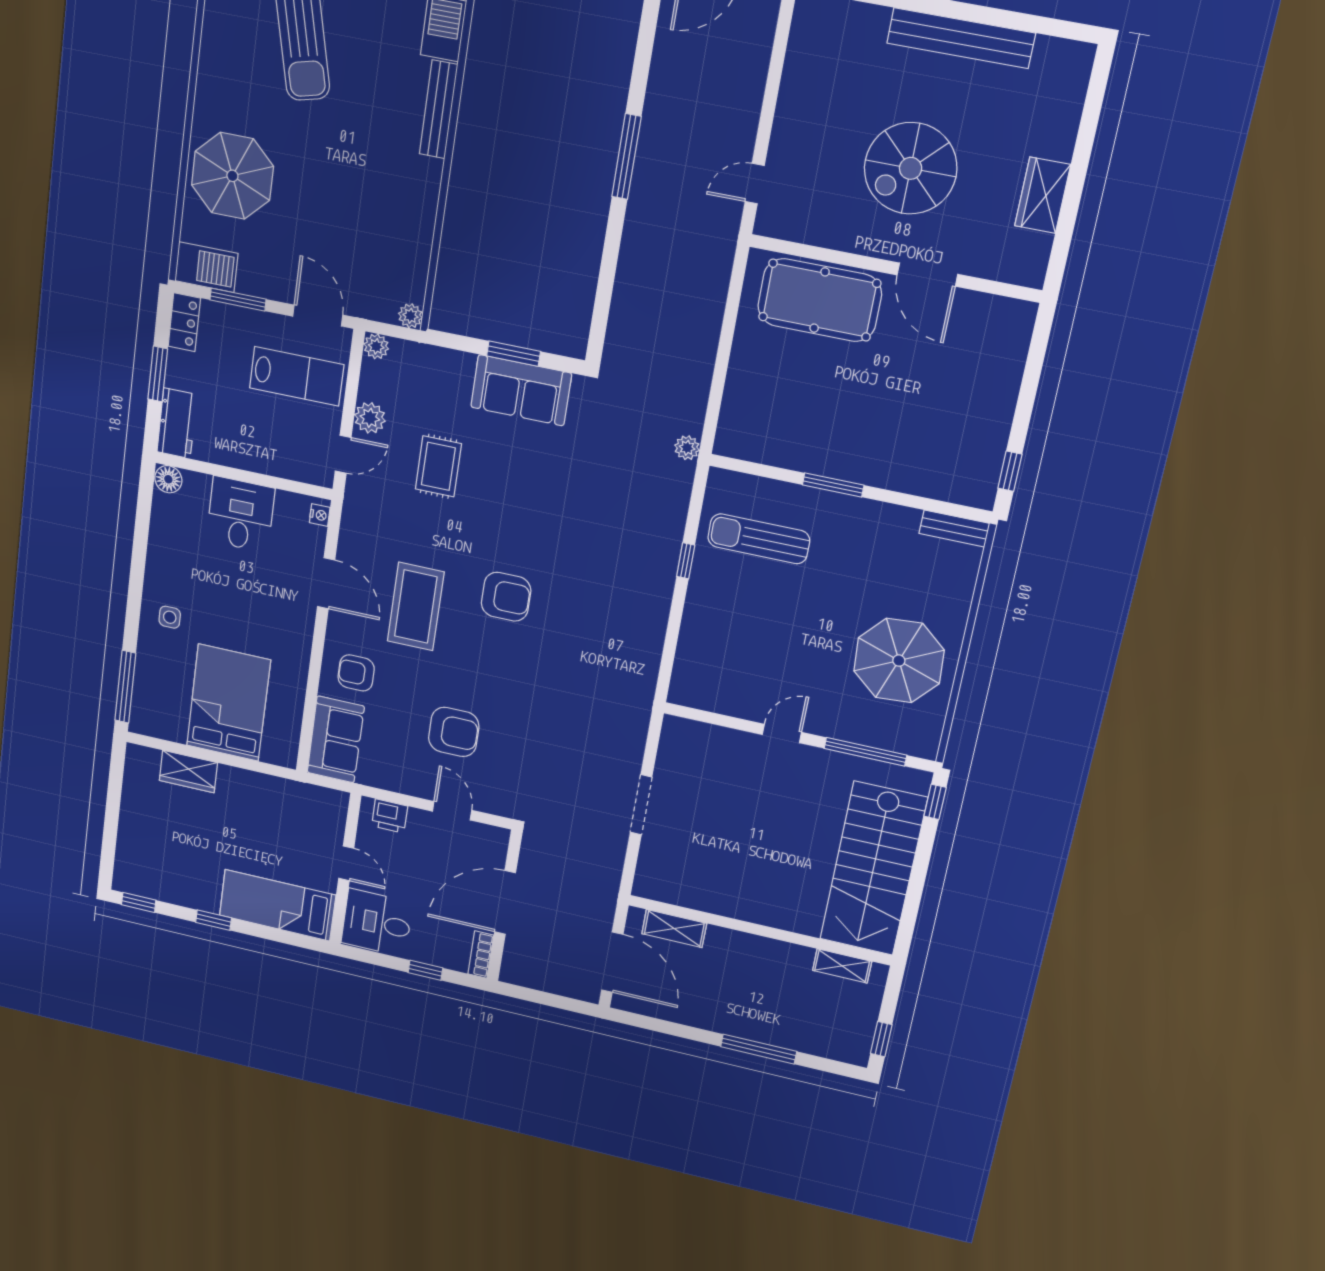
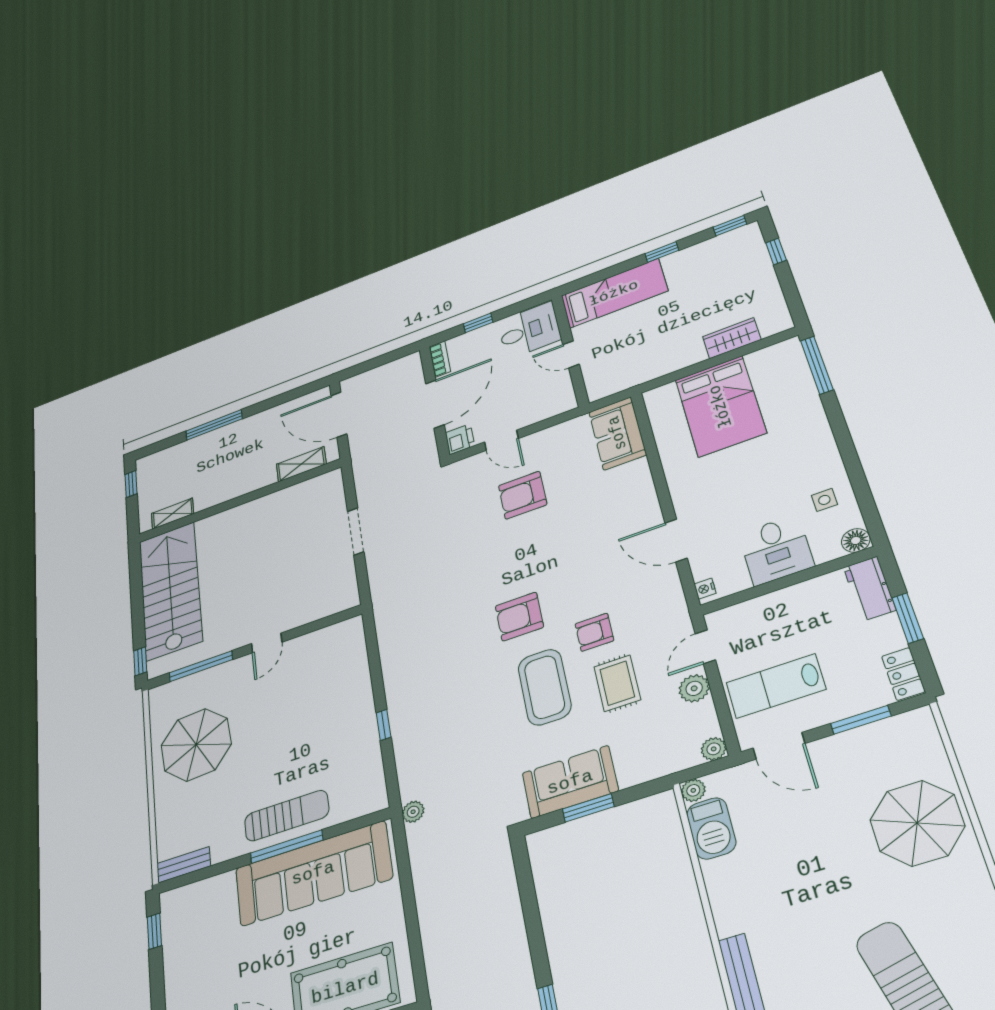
barbecue: (206, 267) -> (711, 828), moved, turned -90
sofa: (814, 440) -> (313, 873), added
window: (833, 485) -> (287, 847), width x1.44
sun lounger: (759, 539) -> (287, 816), moved
coffee table: (416, 607) -> (545, 687), moved
side table: (170, 617) -> (824, 500), moved
armchair: (356, 673) -> (594, 632), moved, turned 180
printer: (390, 816) -> (460, 439), moved, turned 90
window: (109, 840) -> (776, 251), added

